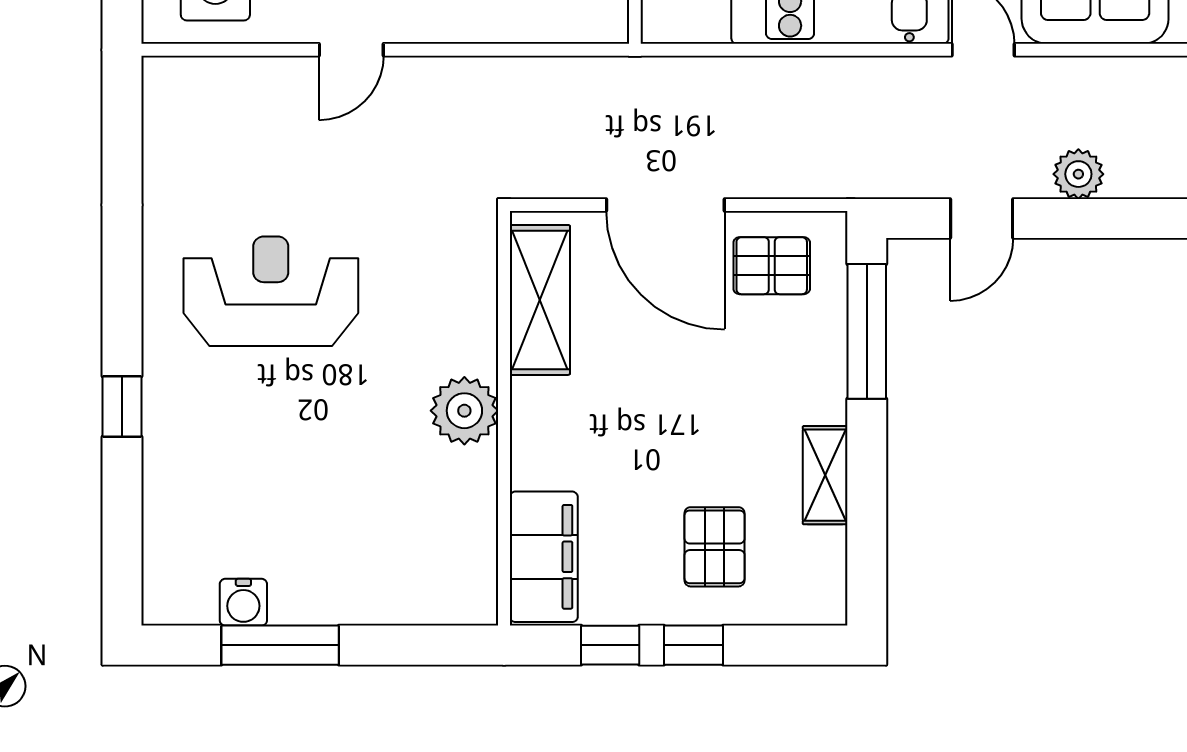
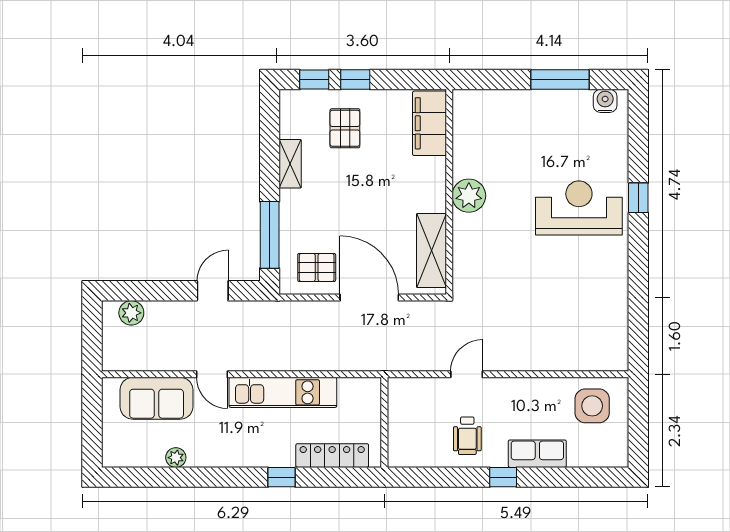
door: (351, 50) -> (467, 374), moved
plant: (1078, 174) -> (131, 313), moved
reception desk: (271, 291) -> (579, 208), moved, turned 180
water cooler: (243, 602) -> (605, 101), moved
window: (610, 645) -> (314, 80), moved

